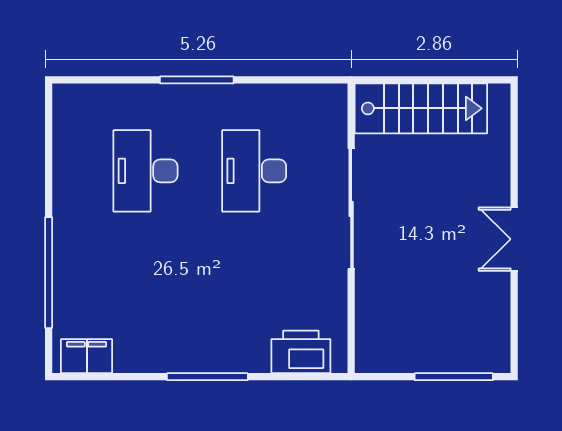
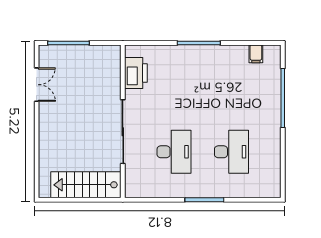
double door: (514, 239) -> (37, 85), moved
printer: (301, 352) -> (136, 73), moved, turned -90
filing cabinet: (87, 356) -> (256, 54), width x0.50

